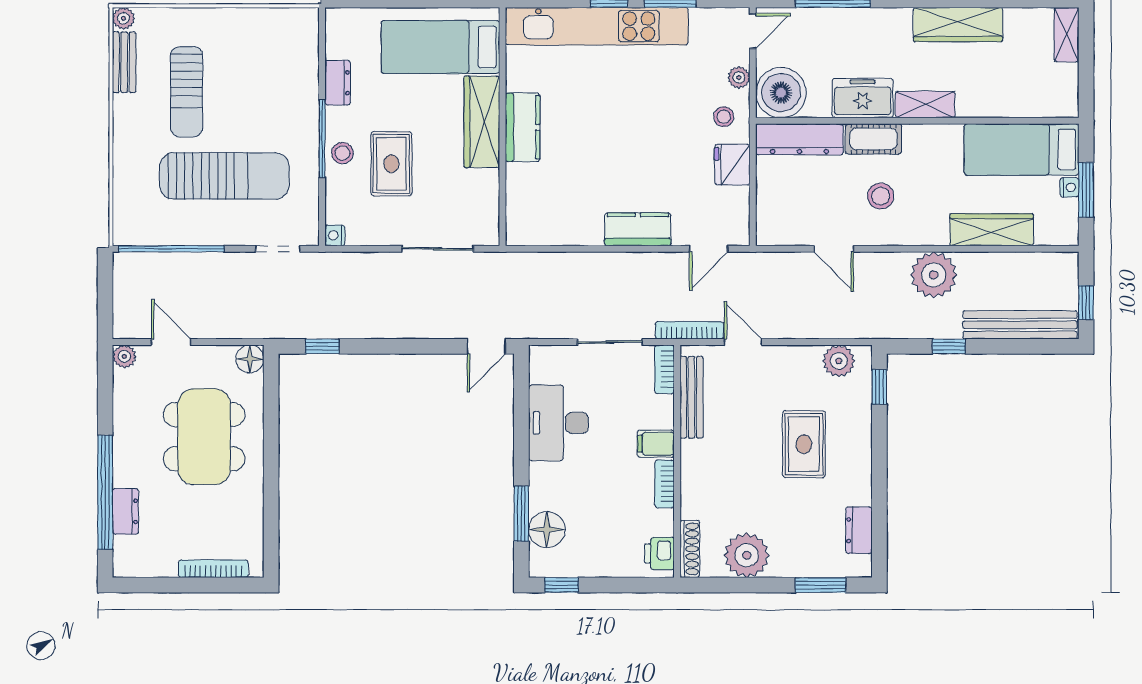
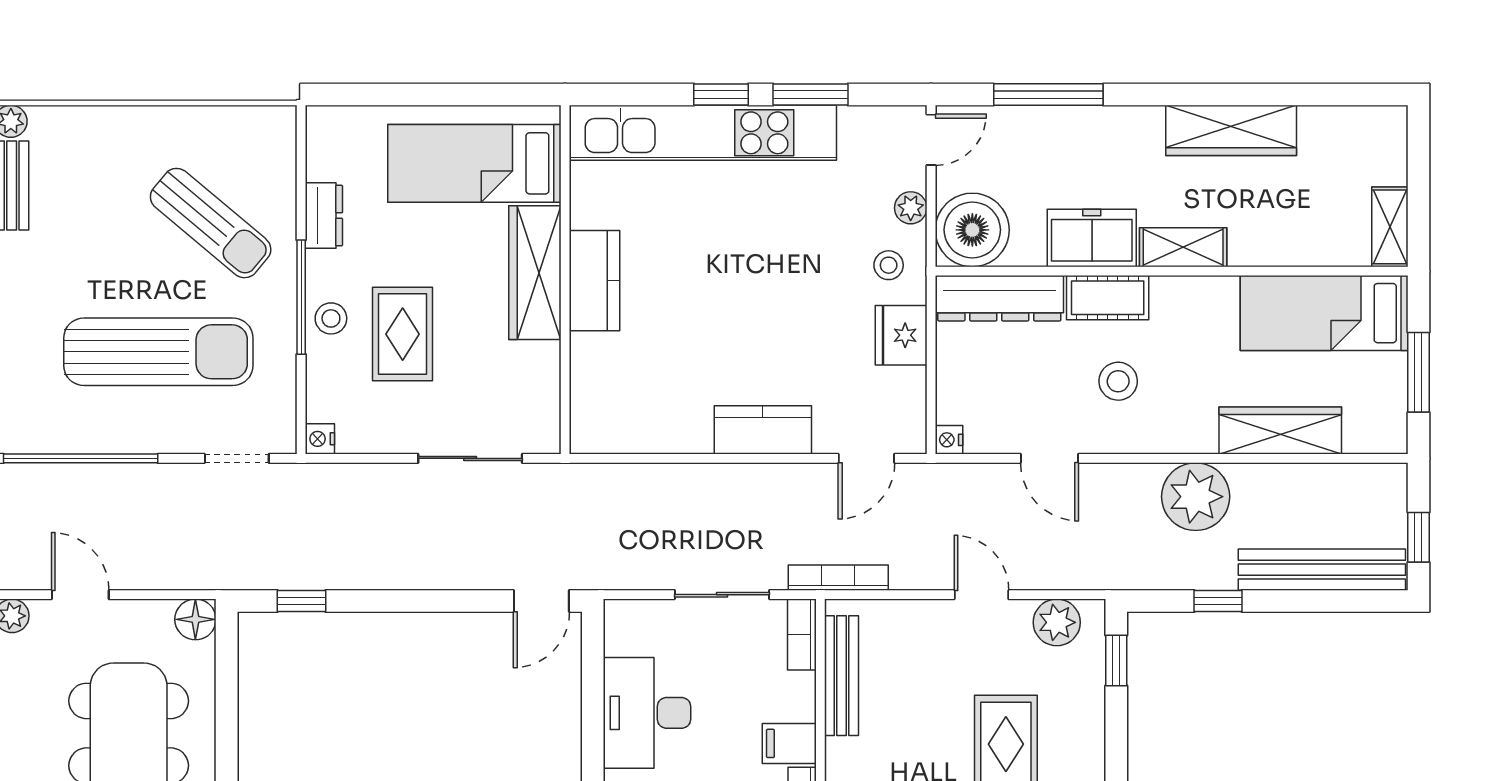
shelving: (1066, 35) -> (1390, 227), moved
sun lounger: (186, 92) -> (211, 223), moved, turned -50
nightstand: (1069, 187) -> (949, 440), moved, turned 180
door: (743, 342) -> (982, 595), moved

